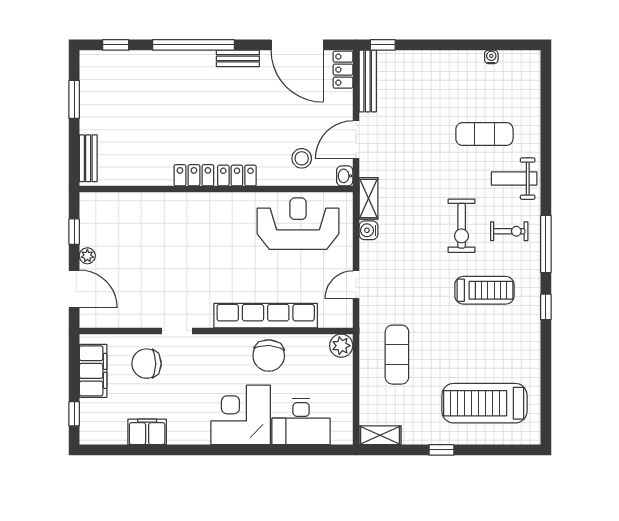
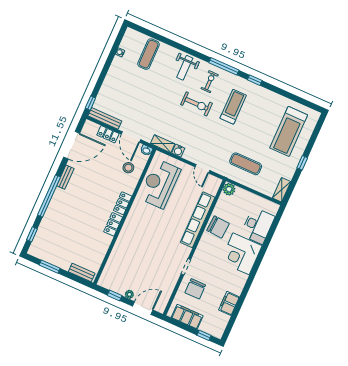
locker: (343, 70) -> (108, 134), moved
exercise mat: (484, 134) -> (149, 54), moved

